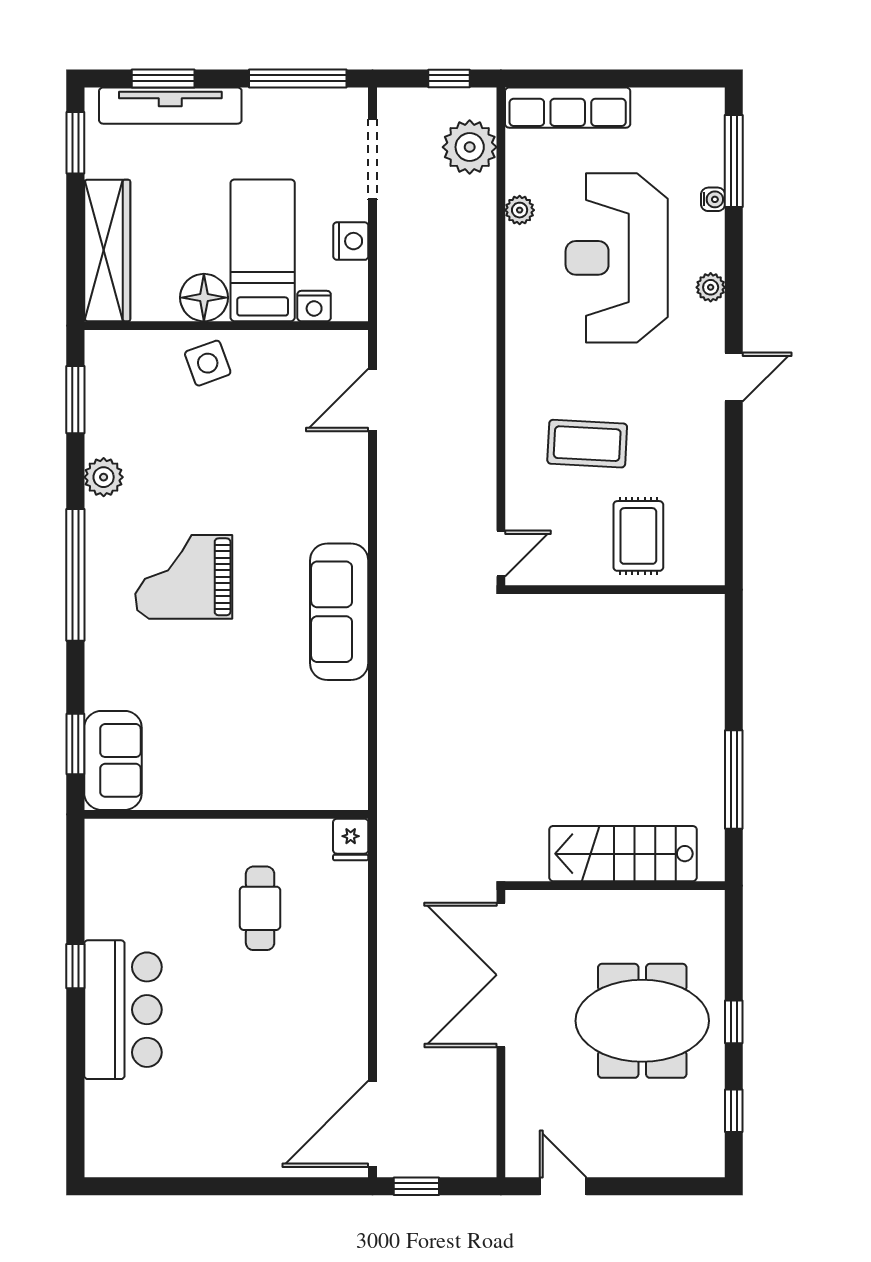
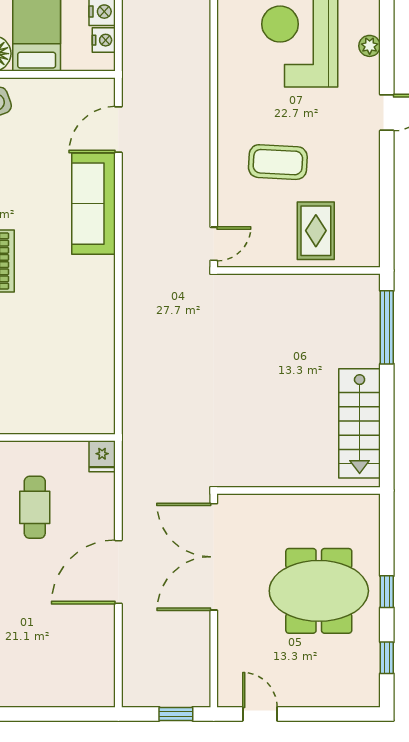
nightstand: (314, 306) -> (104, 40), moved, turned -90
sofa: (339, 612) -> (94, 204), moved
window: (734, 780) -> (387, 327), moved
stairs: (623, 854) -> (360, 423), moved, turned -90
door: (372, 1124) -> (118, 572), moved
window: (416, 1186) -> (176, 714), moved

